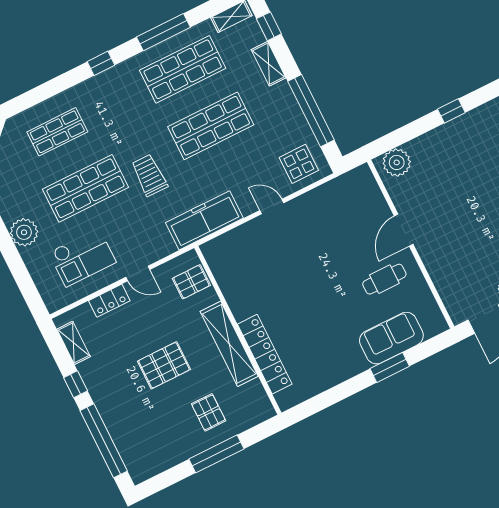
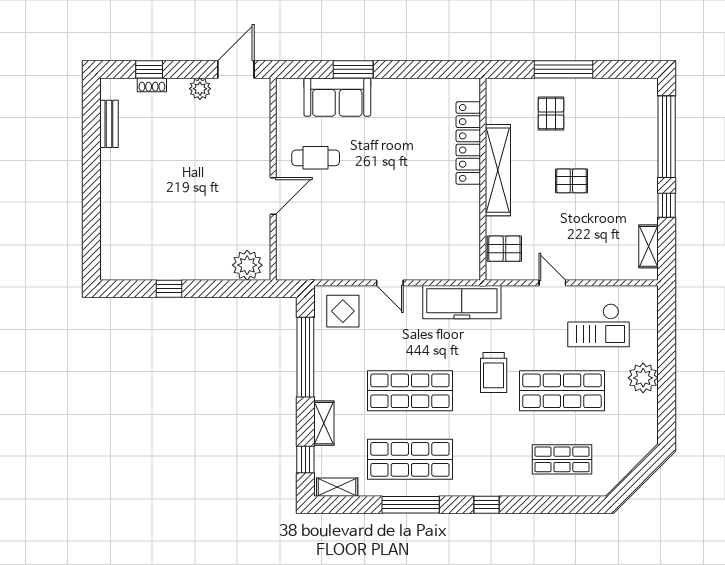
checkout: (82, 257) -> (598, 325), turned 180
locker: (109, 301) -> (593, 270), removed
pallet: (164, 365) -> (571, 181), width x0.67, depth x0.71

